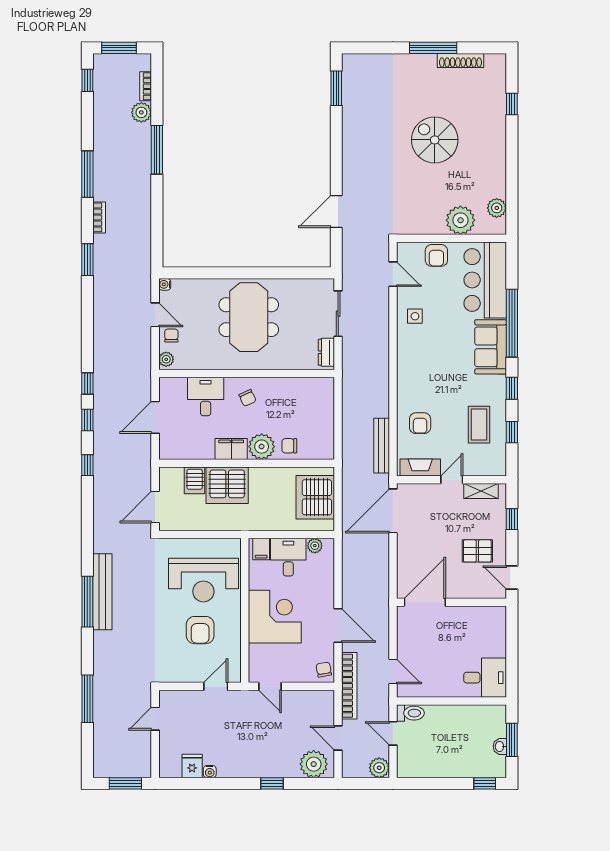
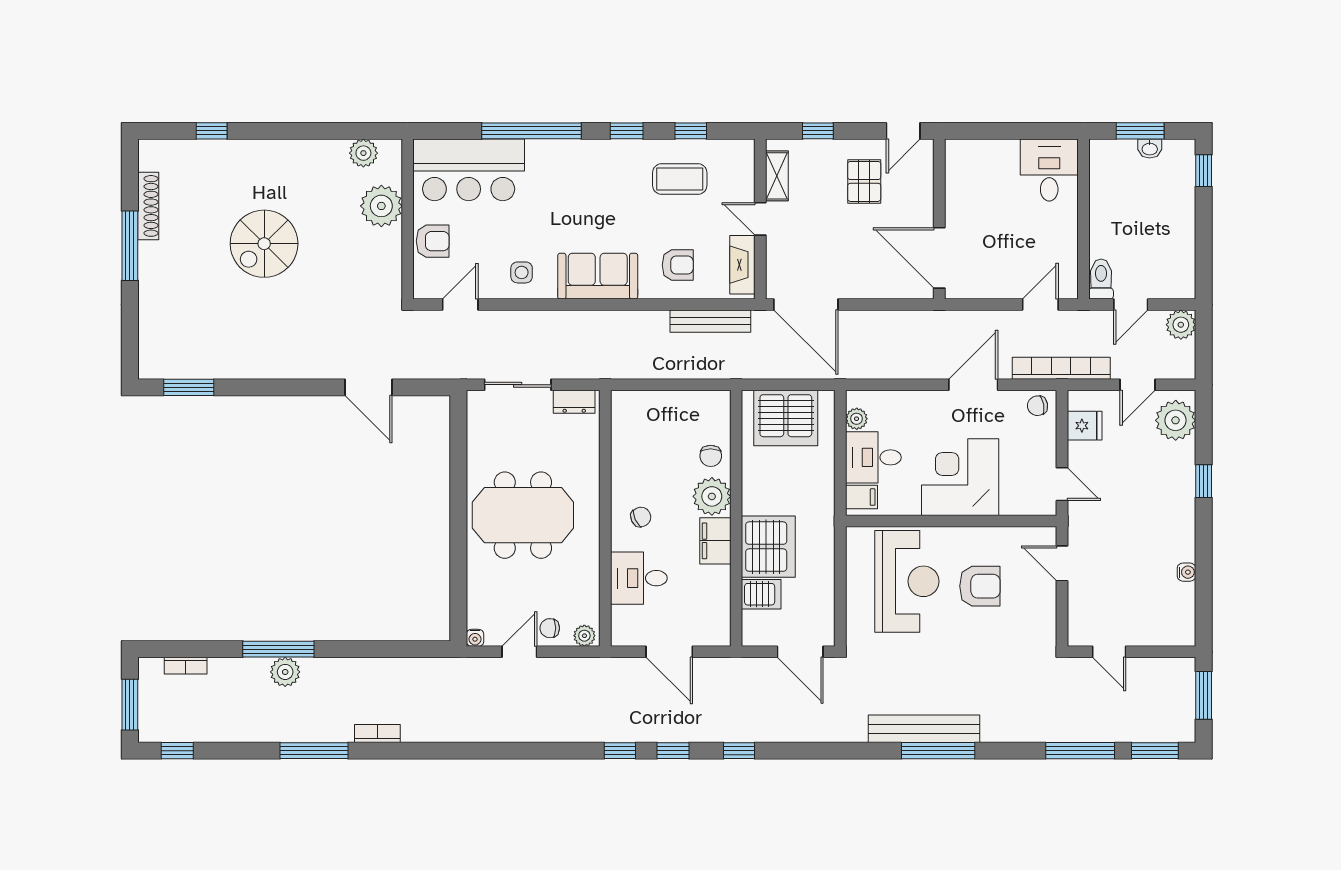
plant: (141, 112) -> (285, 672), moved
window: (87, 260) -> (1155, 751), moved
sofa: (491, 347) -> (598, 276), moved, turned 180
door: (270, 686) -> (1062, 484), hinge flipped
fridge: (192, 766) -> (1085, 426), moved, turned 180

